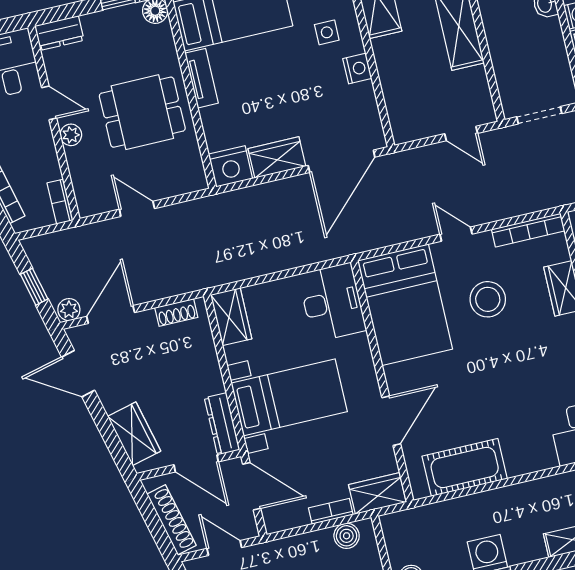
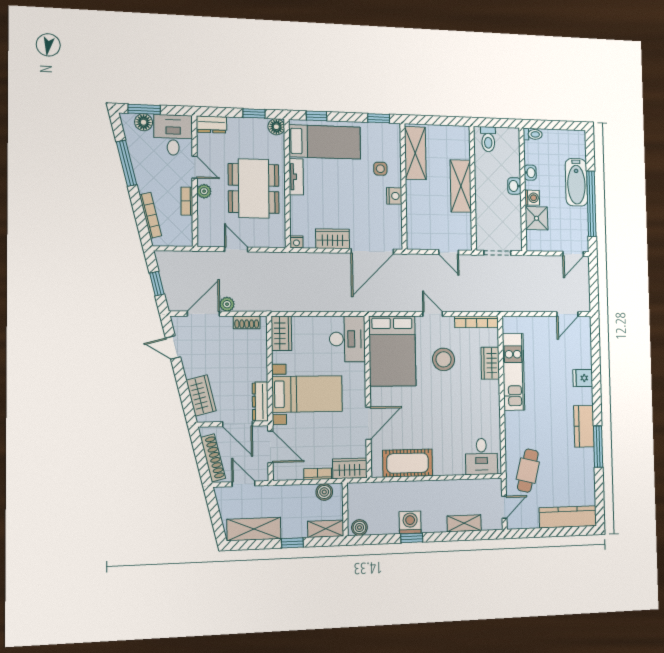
dining table: (142, 112) -> (254, 188), width x1.37
nightstand: (230, 166) -> (296, 242), width x0.53, depth x0.56
bookcase: (60, 202) -> (187, 201), moved
plant: (69, 310) -> (227, 304), moved
door: (78, 374) -> (173, 348), width x0.73

